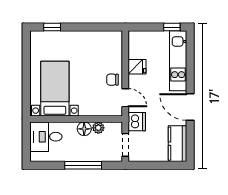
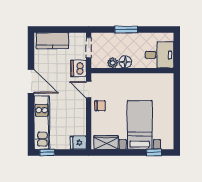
wardrobe: (106, 38) -> (106, 142), added
fridge: (137, 67) -> (78, 143), moved
bed with nightstands: (55, 89) -> (140, 125), moved, turned 180
kitchen counter: (178, 144) -> (52, 41), moved, turned 90
window: (83, 165) -> (126, 29), width x0.69

